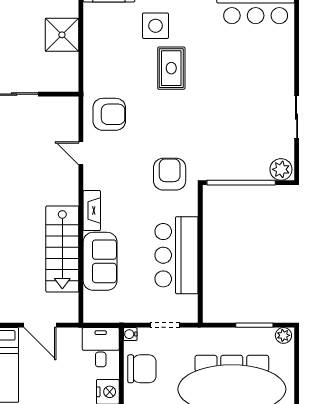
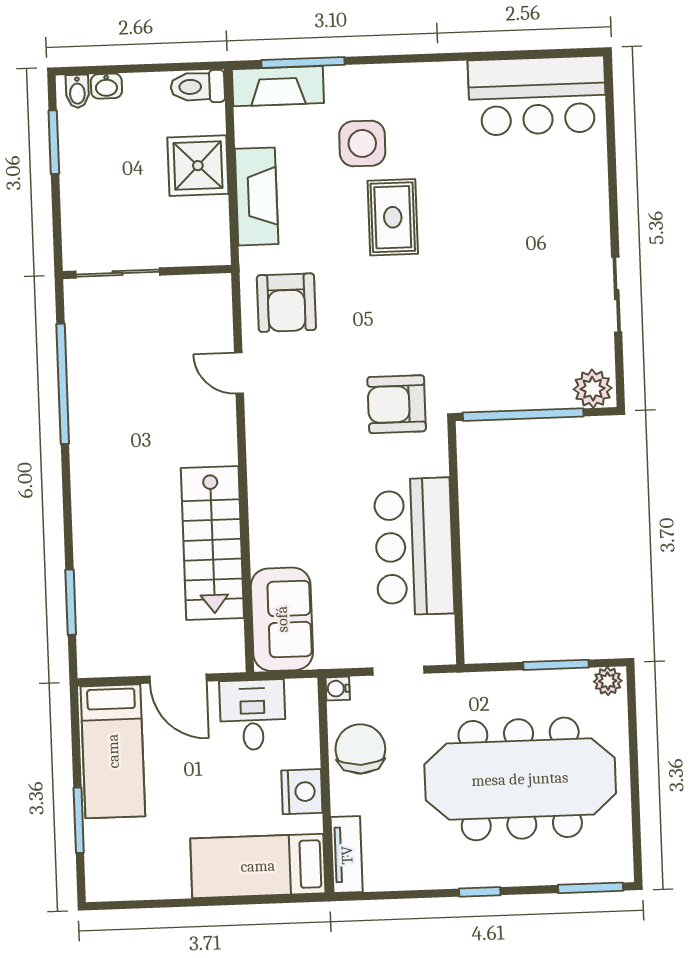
armchair: (109, 114) -> (286, 303), turned 90
armchair: (170, 174) -> (397, 404), turned -90
fireplace: (92, 211) -> (257, 196), moved, width x1.37, depth x1.32
sofa: (100, 261) -> (282, 619), moved
desk: (101, 347) -> (253, 715), moved
chair: (142, 369) -> (360, 749), turned -90

